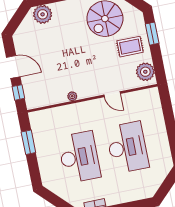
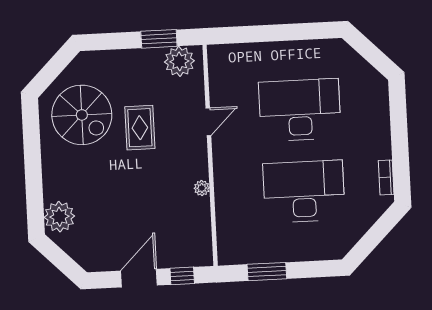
window: (152, 34) -> (159, 39), moved
rug: (130, 47) -> (140, 128), moved

